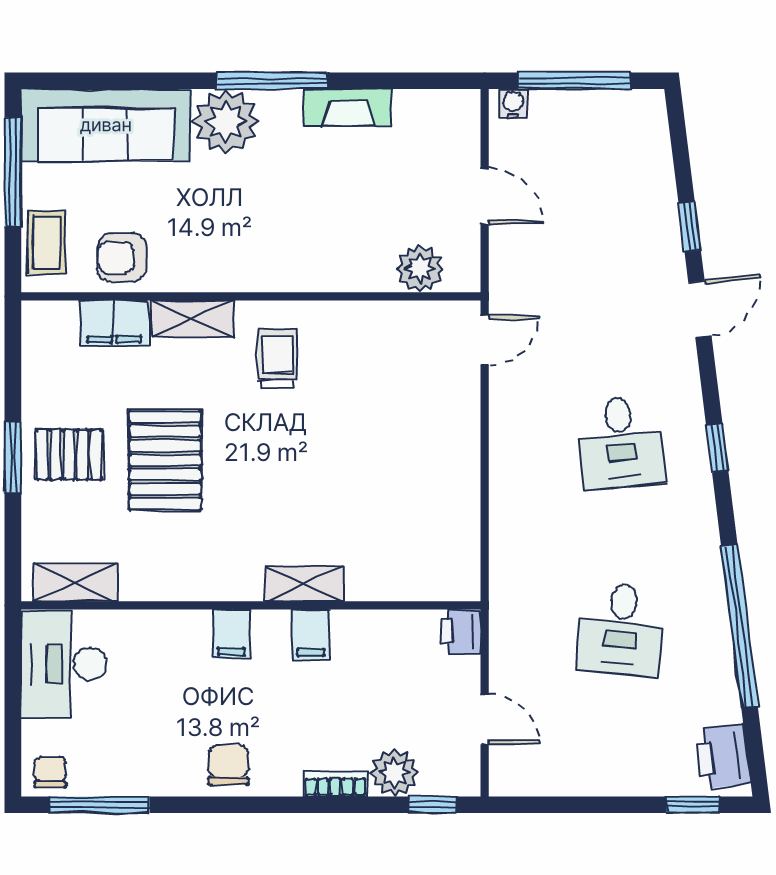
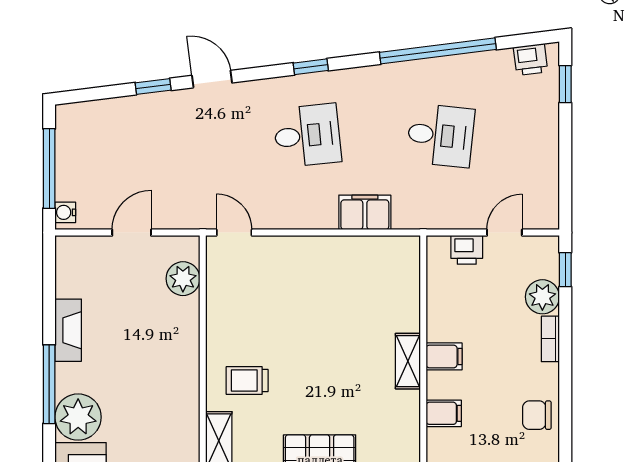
filing cabinet: (513, 524) -> (365, 212), added
printer: (460, 632) -> (467, 250), moved
printer: (723, 757) -> (530, 60), width x0.73, depth x0.81

